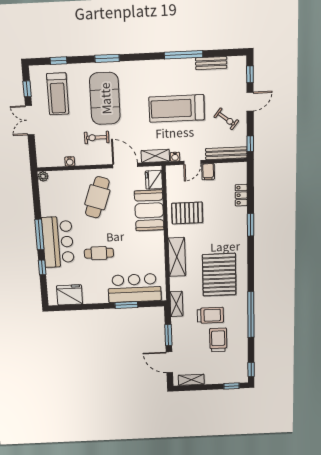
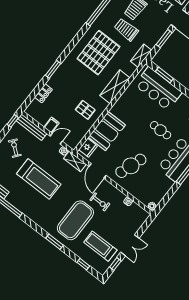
treadmill: (58, 94) -> (100, 246), turned -90
pallet: (187, 213) -> (85, 110), width x0.67, depth x0.71
window: (126, 305) -> (164, 75), moved

